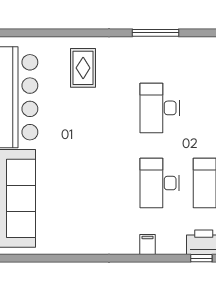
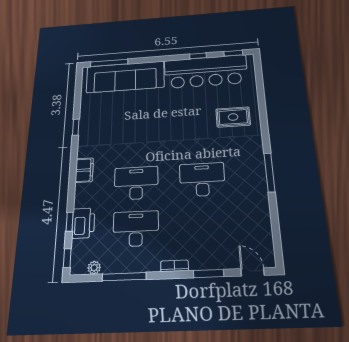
filing cabinet: (148, 244) -> (84, 170), width x2.00
window: (83, 258) -> (76, 127), added

